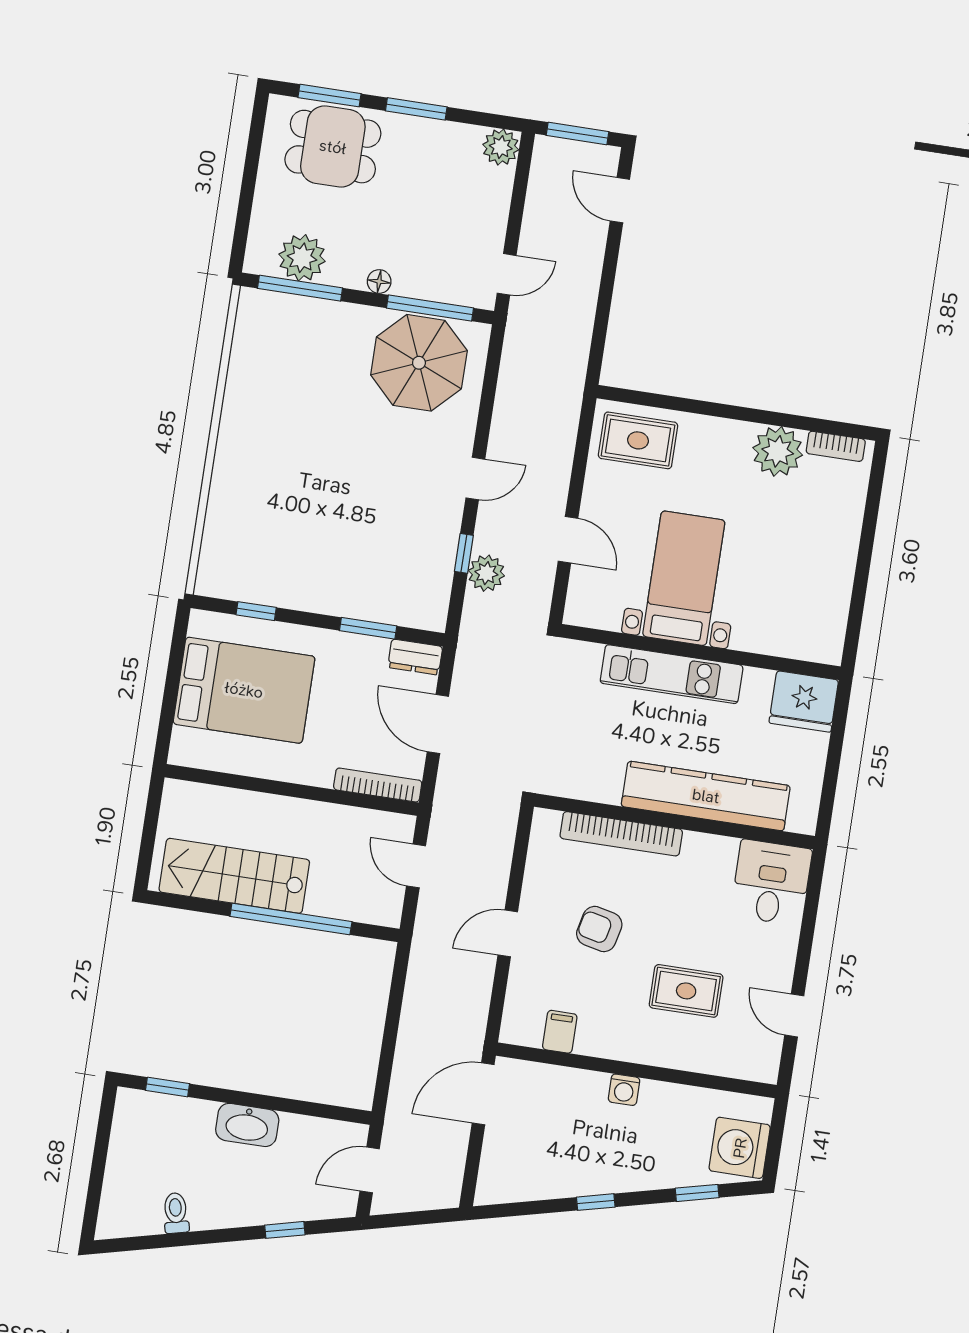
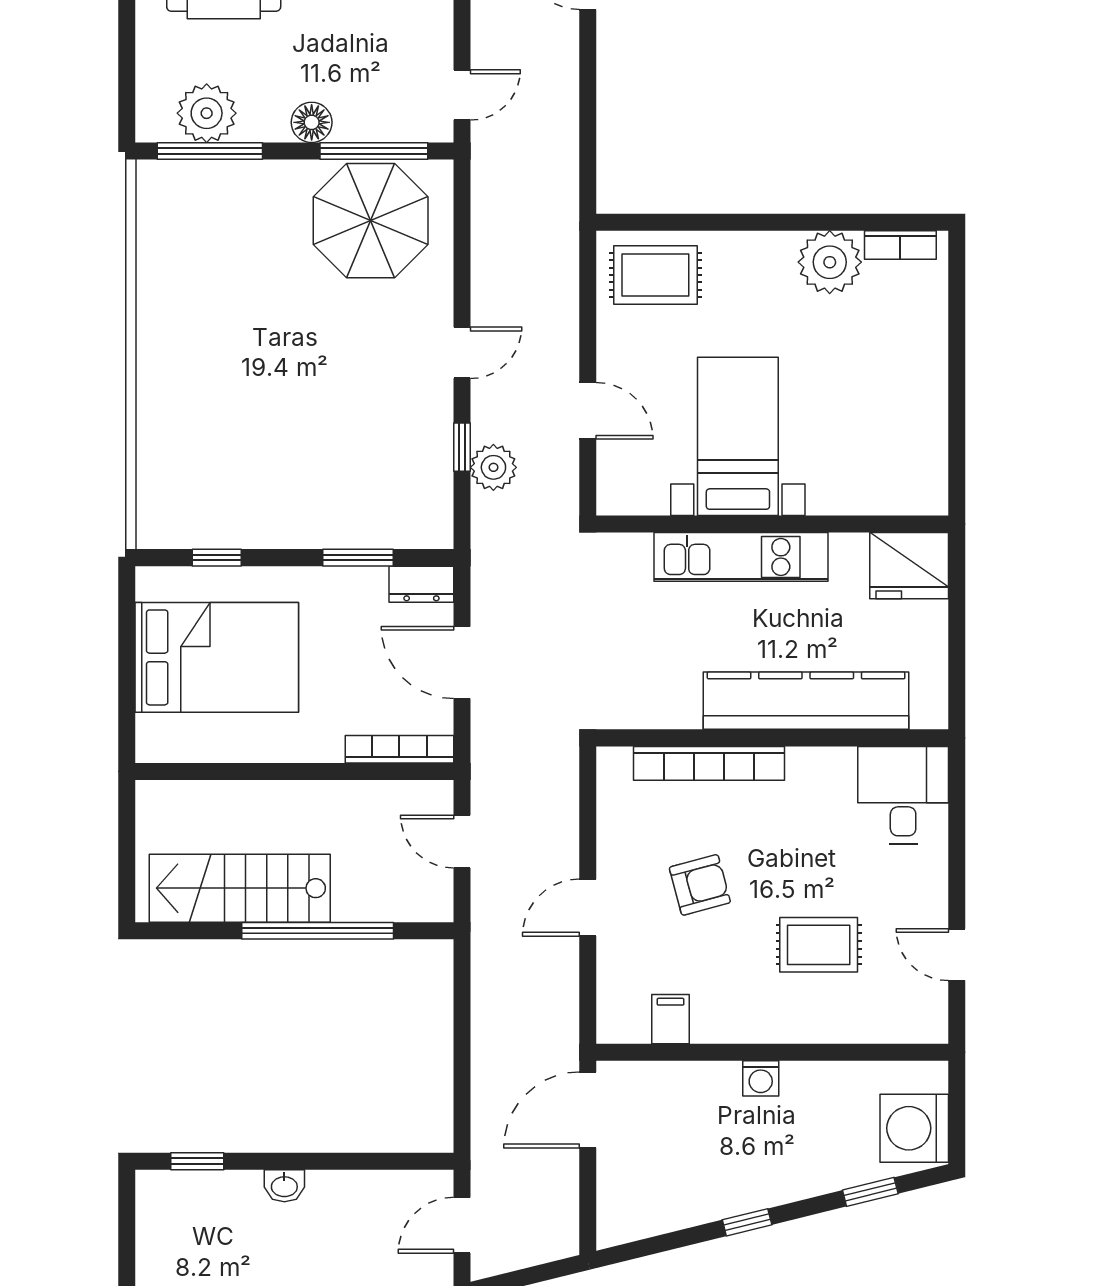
floor lamp: (379, 281) -> (312, 122), width x1.37, depth x1.37
armchair: (599, 929) -> (700, 885), turned 152
washbasin: (247, 1125) -> (284, 1186), width x0.52, depth x0.69

